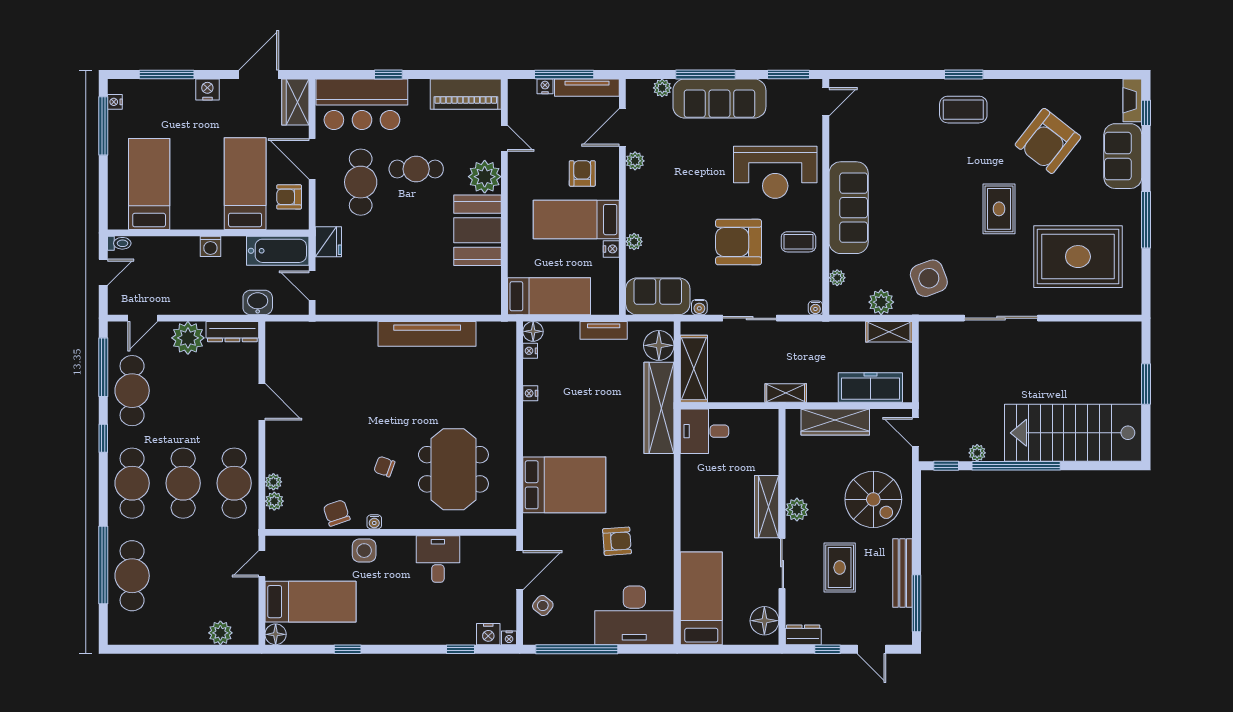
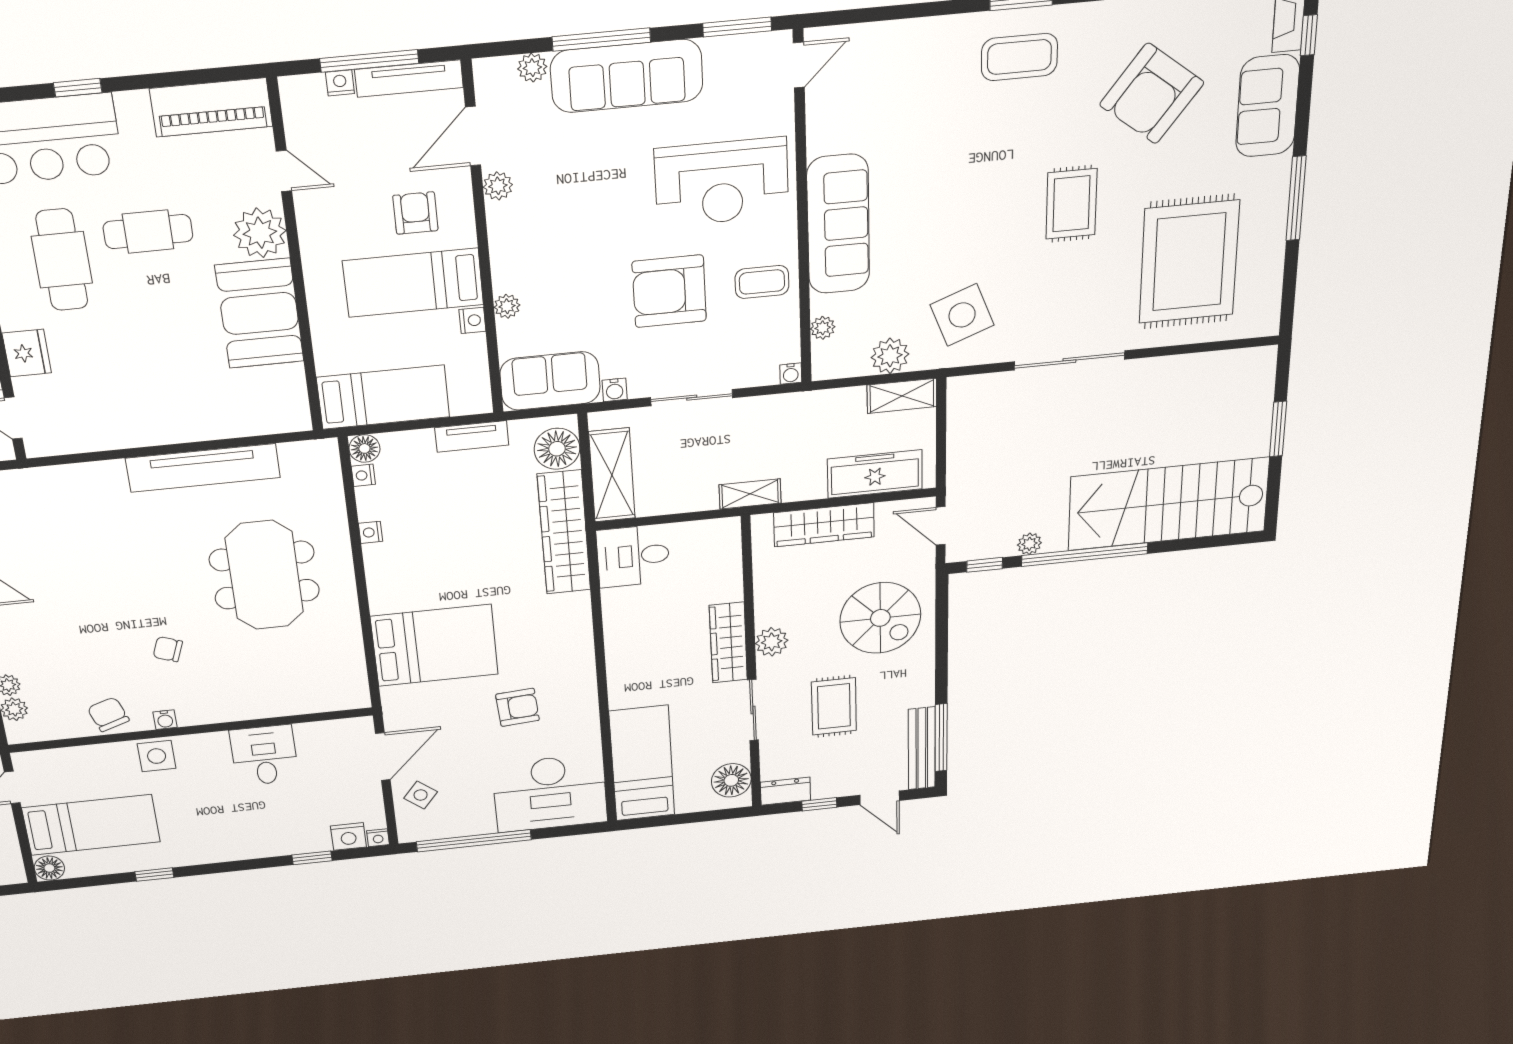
rug: (1078, 257) -> (1189, 262), turned 90
meeting table: (453, 469) -> (264, 575), moved
bench: (902, 573) -> (922, 748), moved

